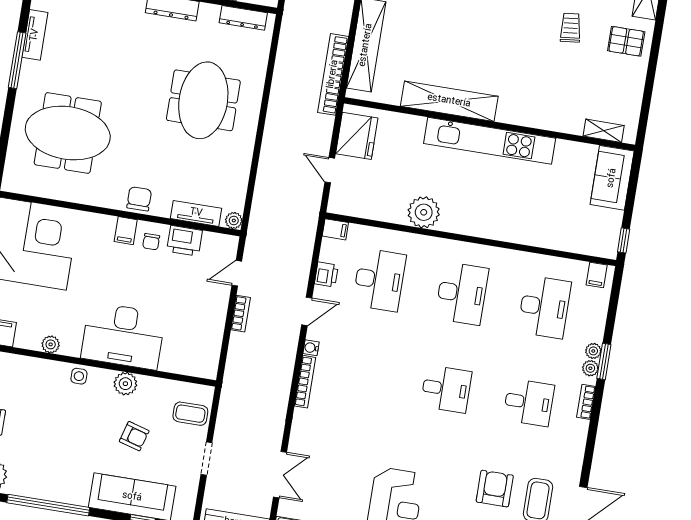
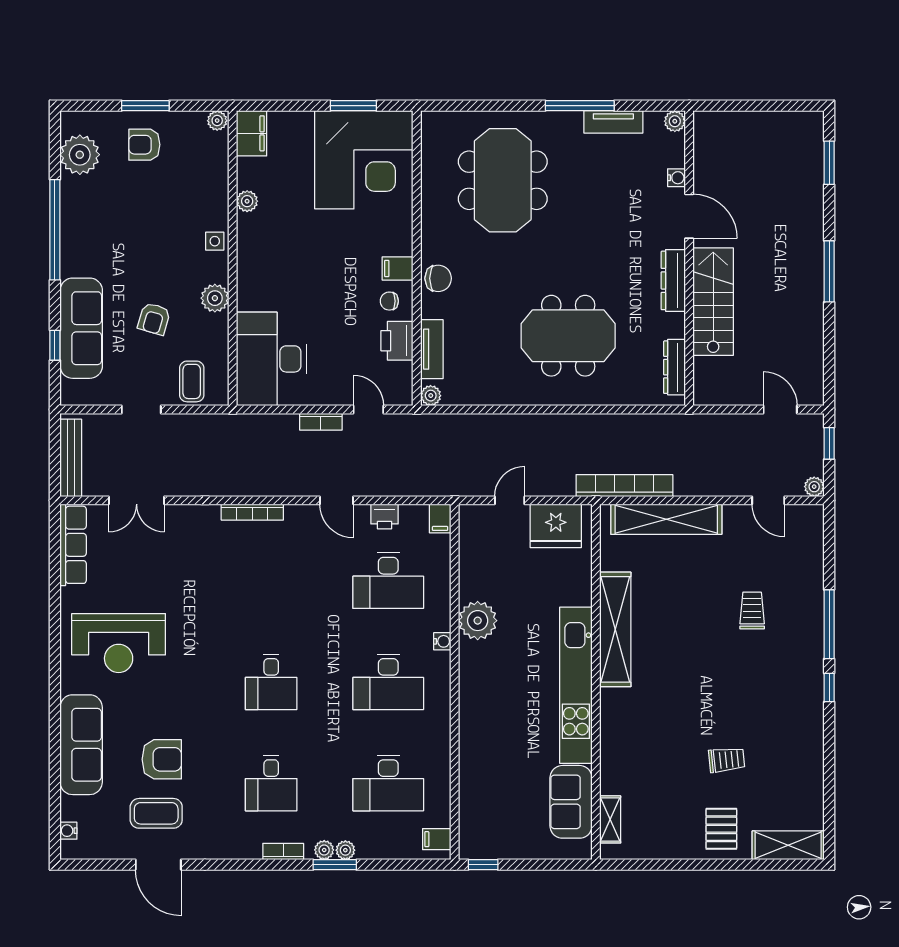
sofa: (612, 178) -> (571, 802), moved, turned -90
desk: (123, 336) -> (271, 359), moved
water cooler: (311, 348) -> (442, 641), moved, turned 90

